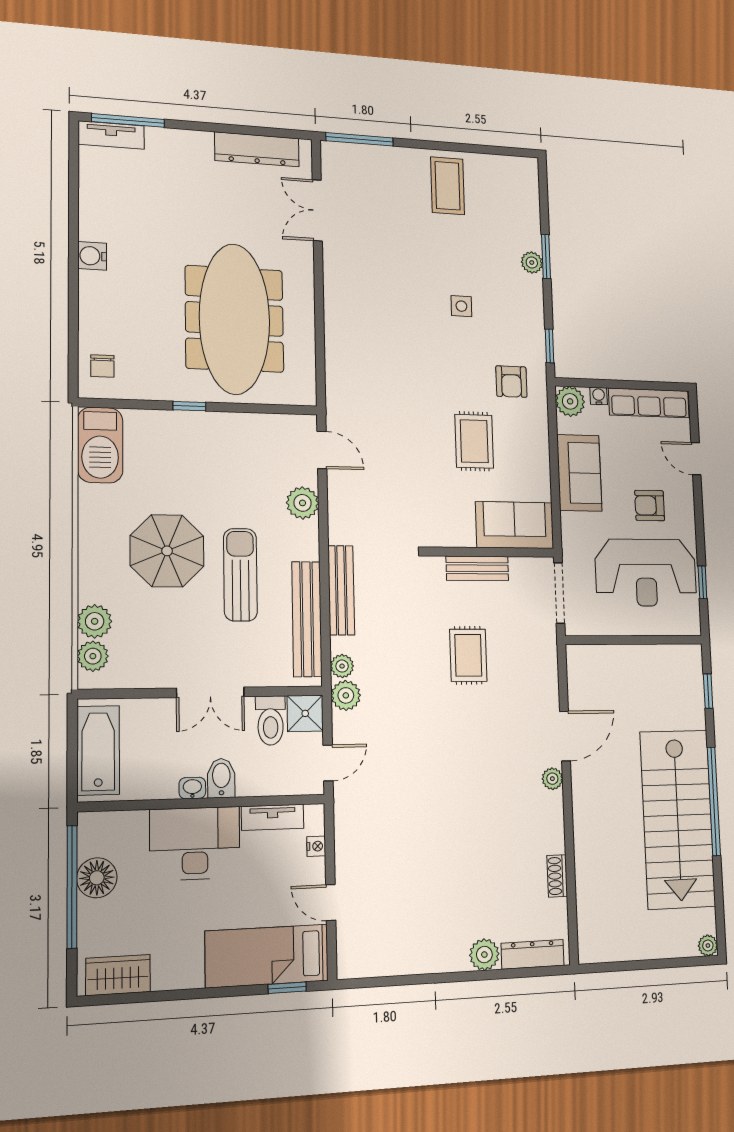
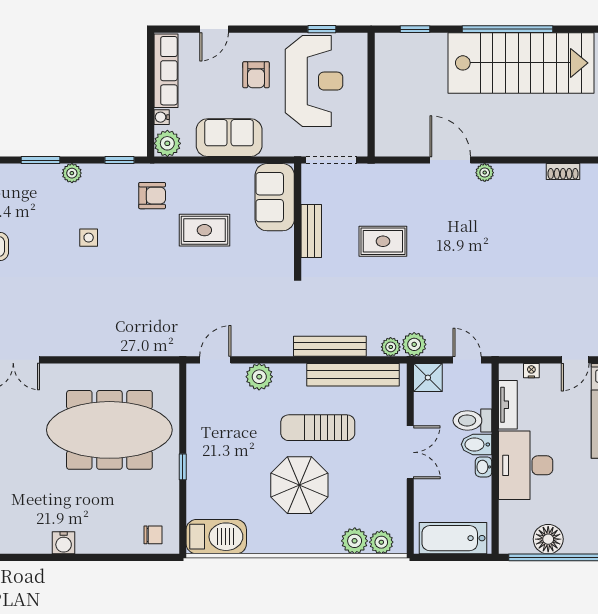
plant: (532, 263) -> (72, 173), moved
toilet: (271, 720) -> (472, 420), moved, turned 180

